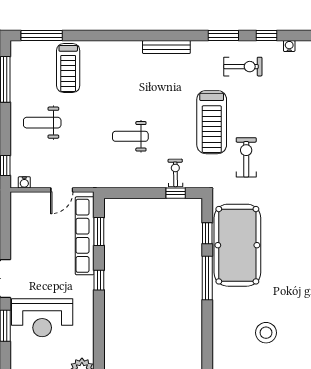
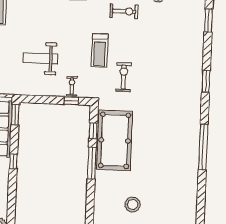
treadmill: (212, 122) -> (100, 51), width x0.73, depth x0.73
weight bench: (130, 136) -> (40, 58), width x1.36, depth x1.33
window: (99, 231) -> (15, 115), moved

